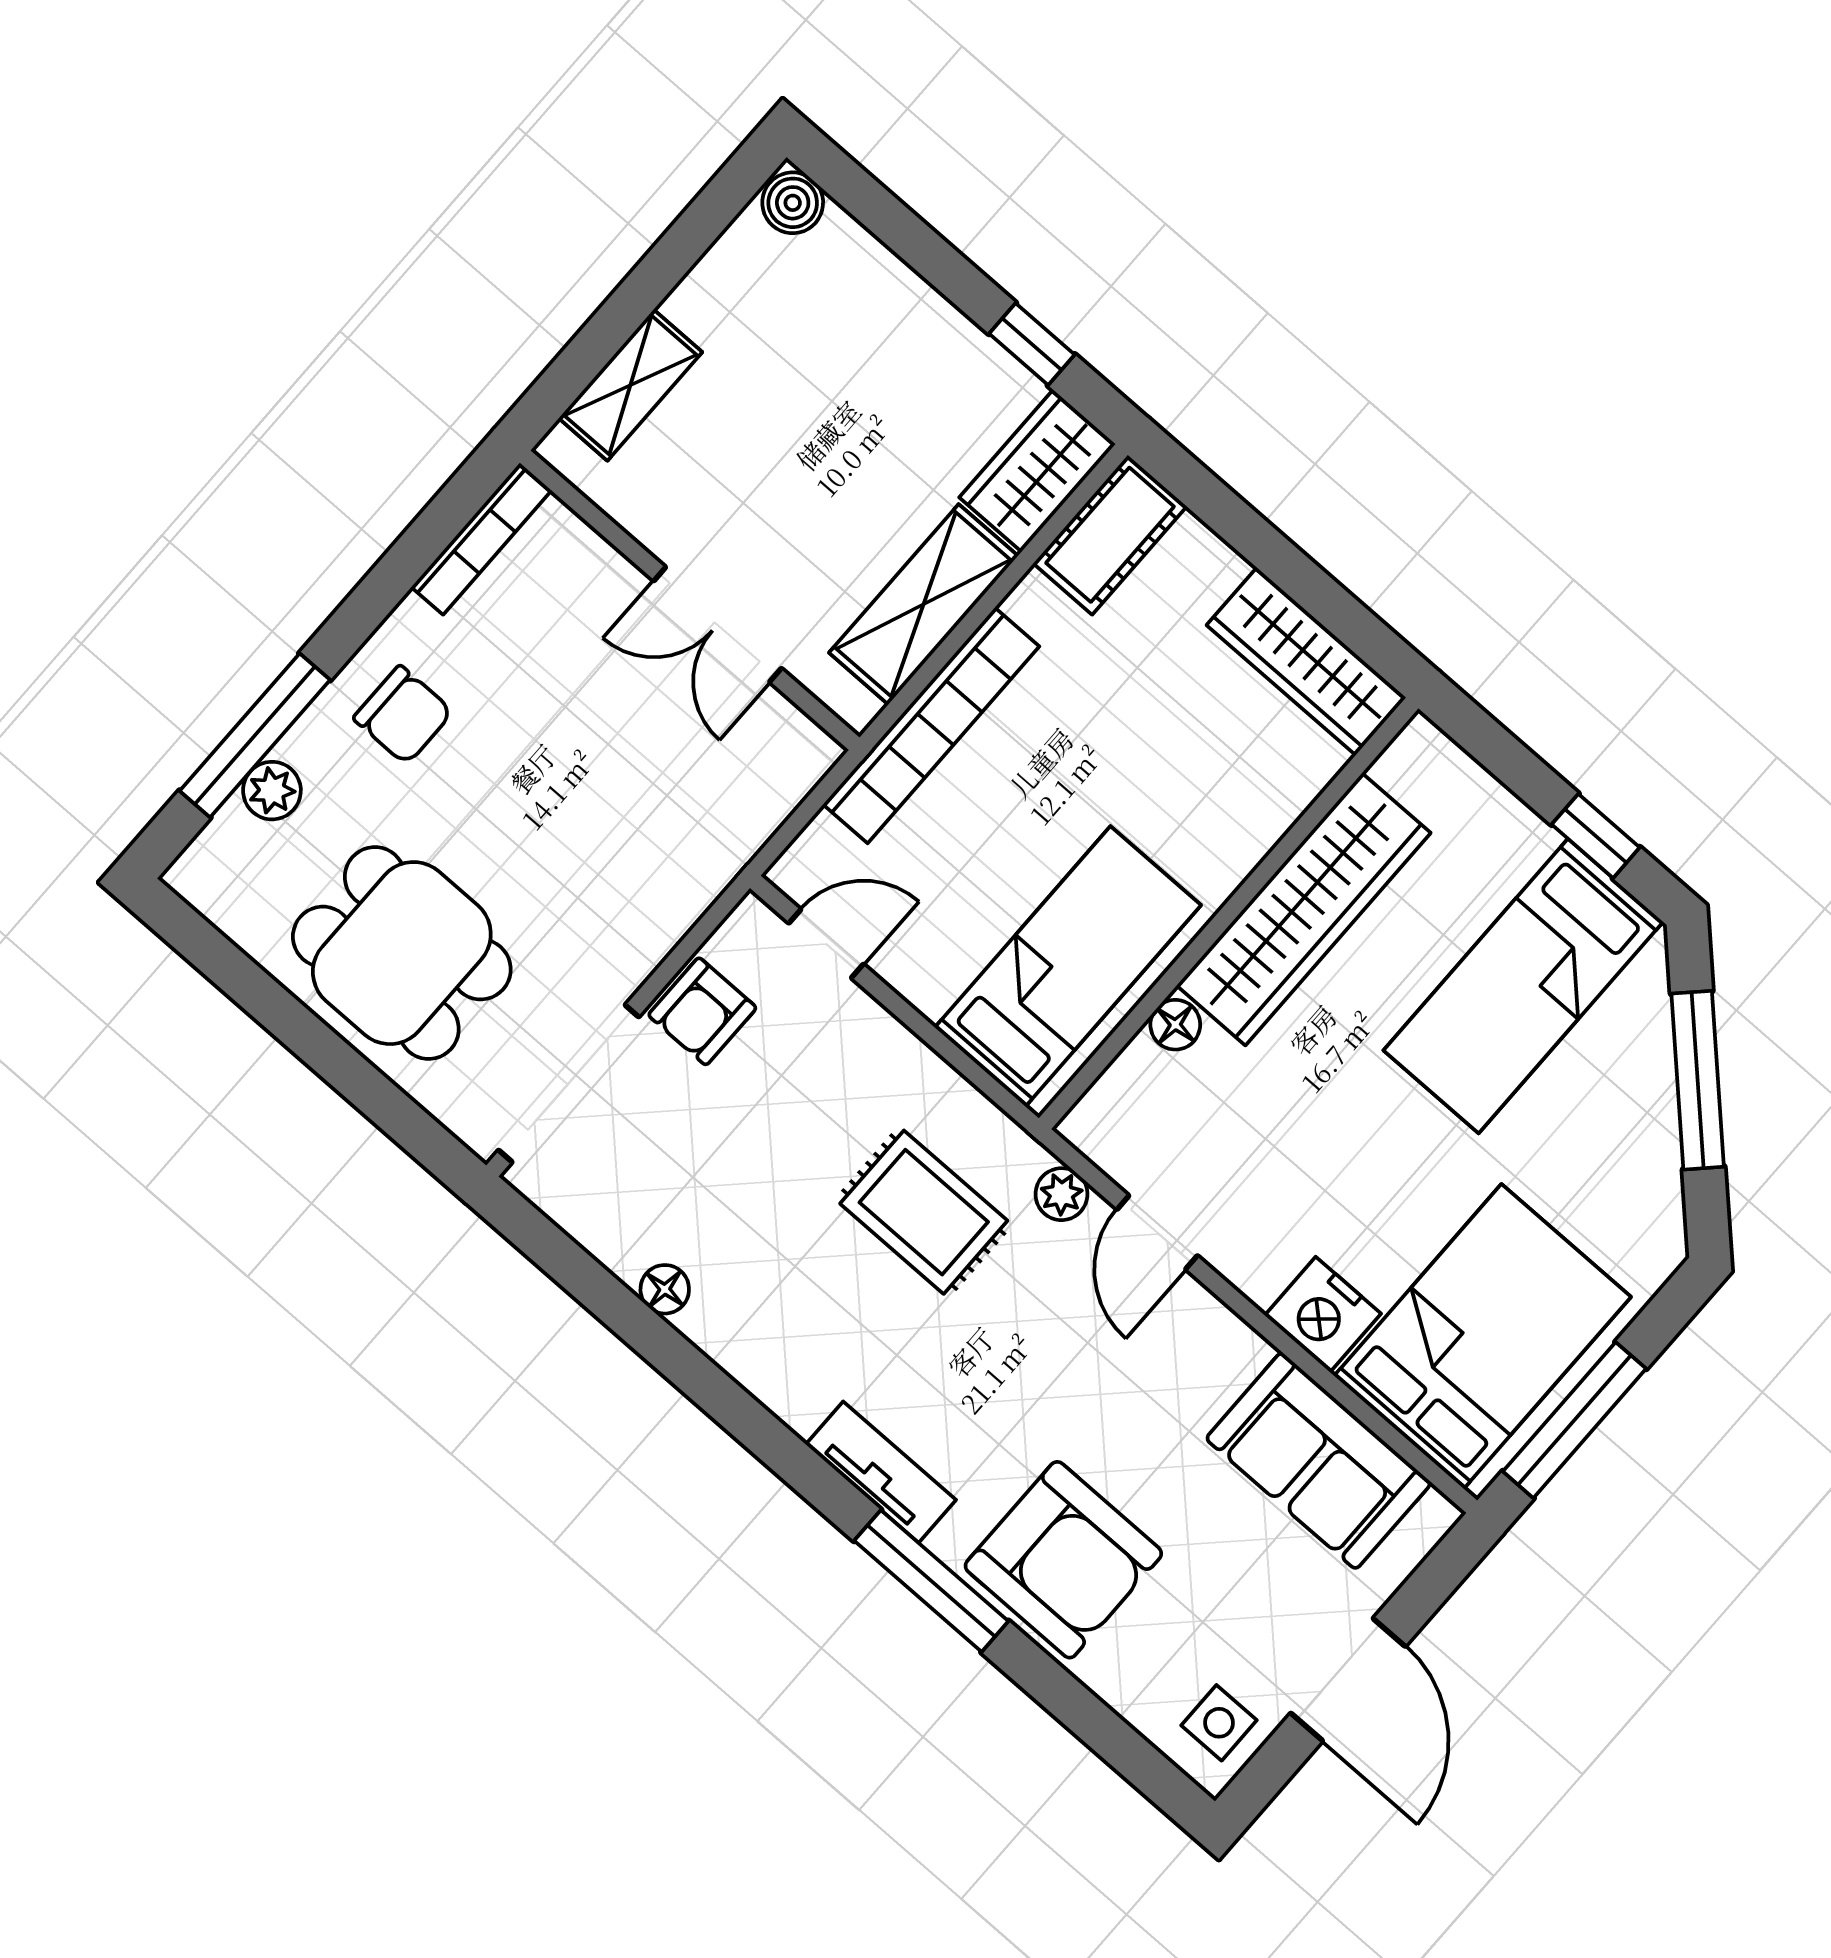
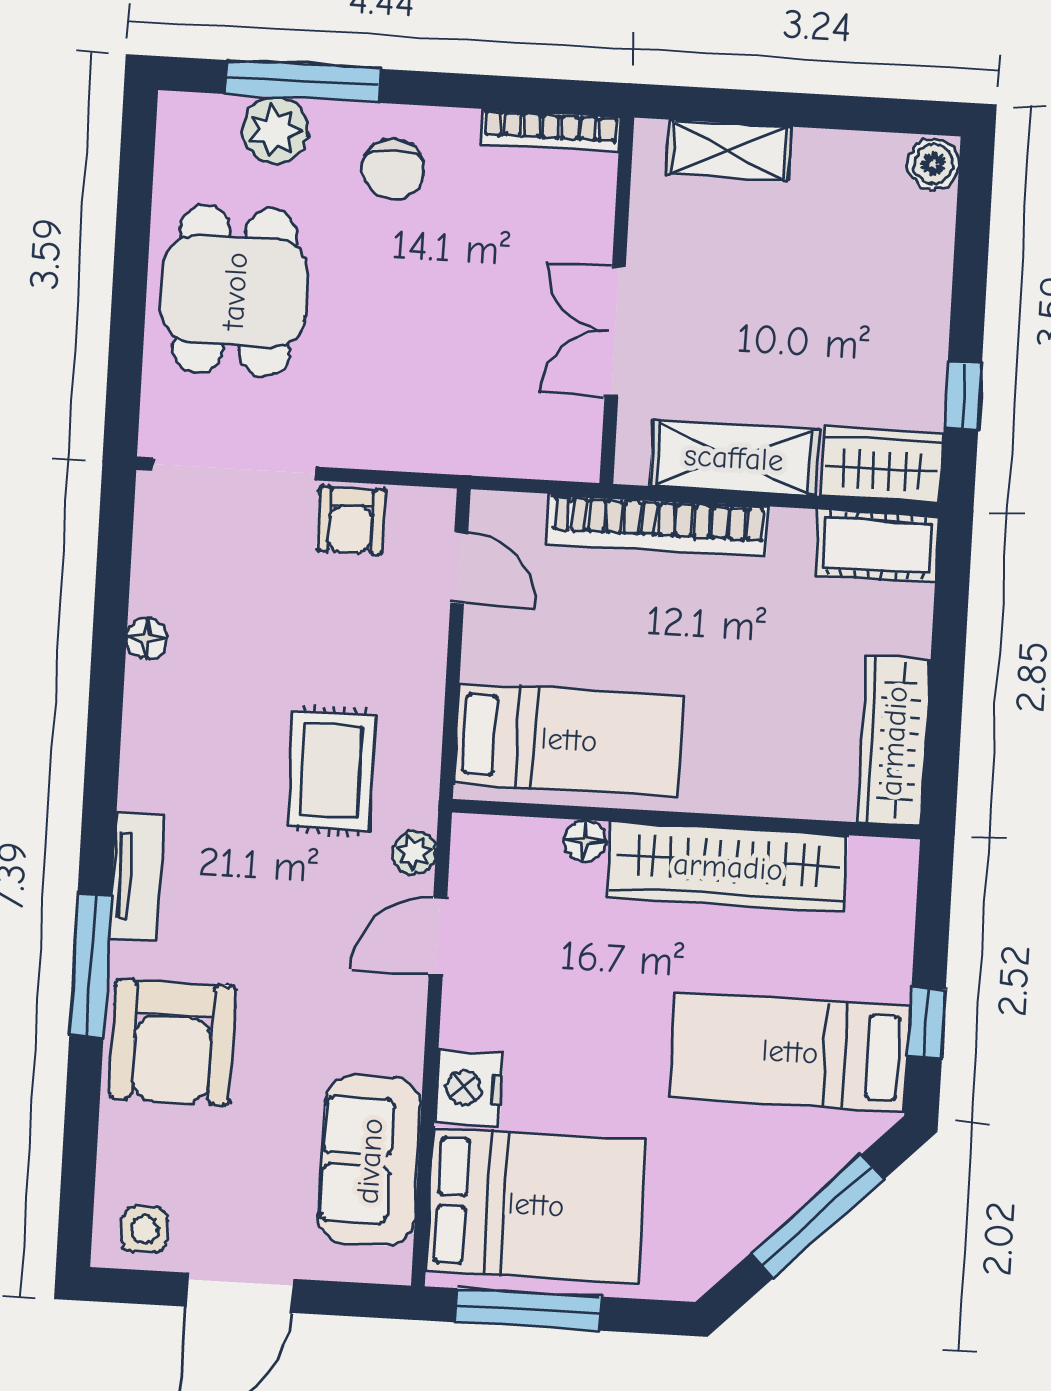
plant: (272, 791) -> (275, 130), width x1.38, depth x1.38
armchair: (702, 1011) -> (351, 520), turned -90

